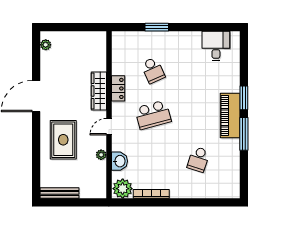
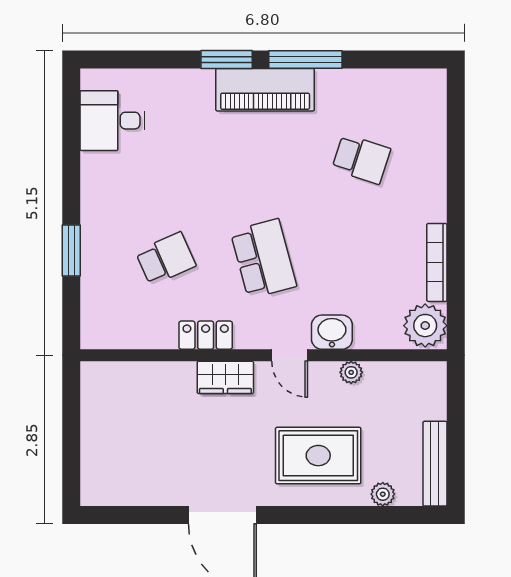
plant: (46, 45) -> (383, 494), moved
wardrobe: (99, 91) -> (225, 377), width x0.67
washbasin: (119, 161) -> (332, 332), moved

